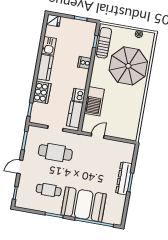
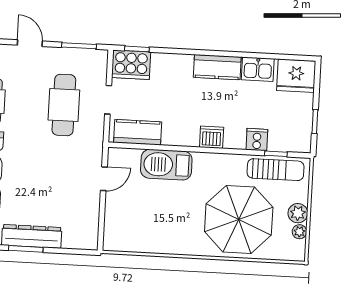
fridge: (53, 20) -> (296, 76), width x1.88, depth x1.34
plant: (129, 34) -> (298, 213), added
cooker: (84, 63) -> (257, 140), moved
cooker: (42, 92) -> (131, 65), moved
dishwasher: (79, 95) -> (212, 137), moved
door: (98, 136) -> (104, 179), hinge flipped

